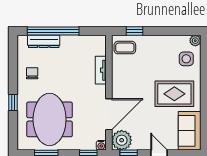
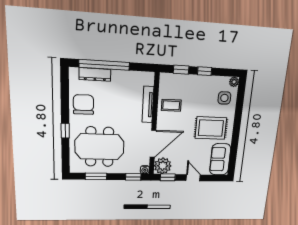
window: (161, 31) -> (205, 71), added
coffee table: (125, 48) -> (171, 105), moved
tv unit: (101, 70) -> (148, 105), width x1.41
chair: (32, 73) -> (83, 105), width x1.87, depth x1.87
meeting table: (50, 119) -> (100, 147), turned 90

